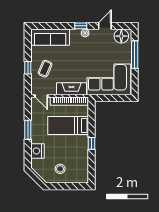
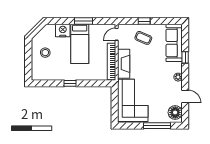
window: (81, 26) -> (185, 57), moved
bed: (68, 125) -> (80, 44), moved, turned 180

